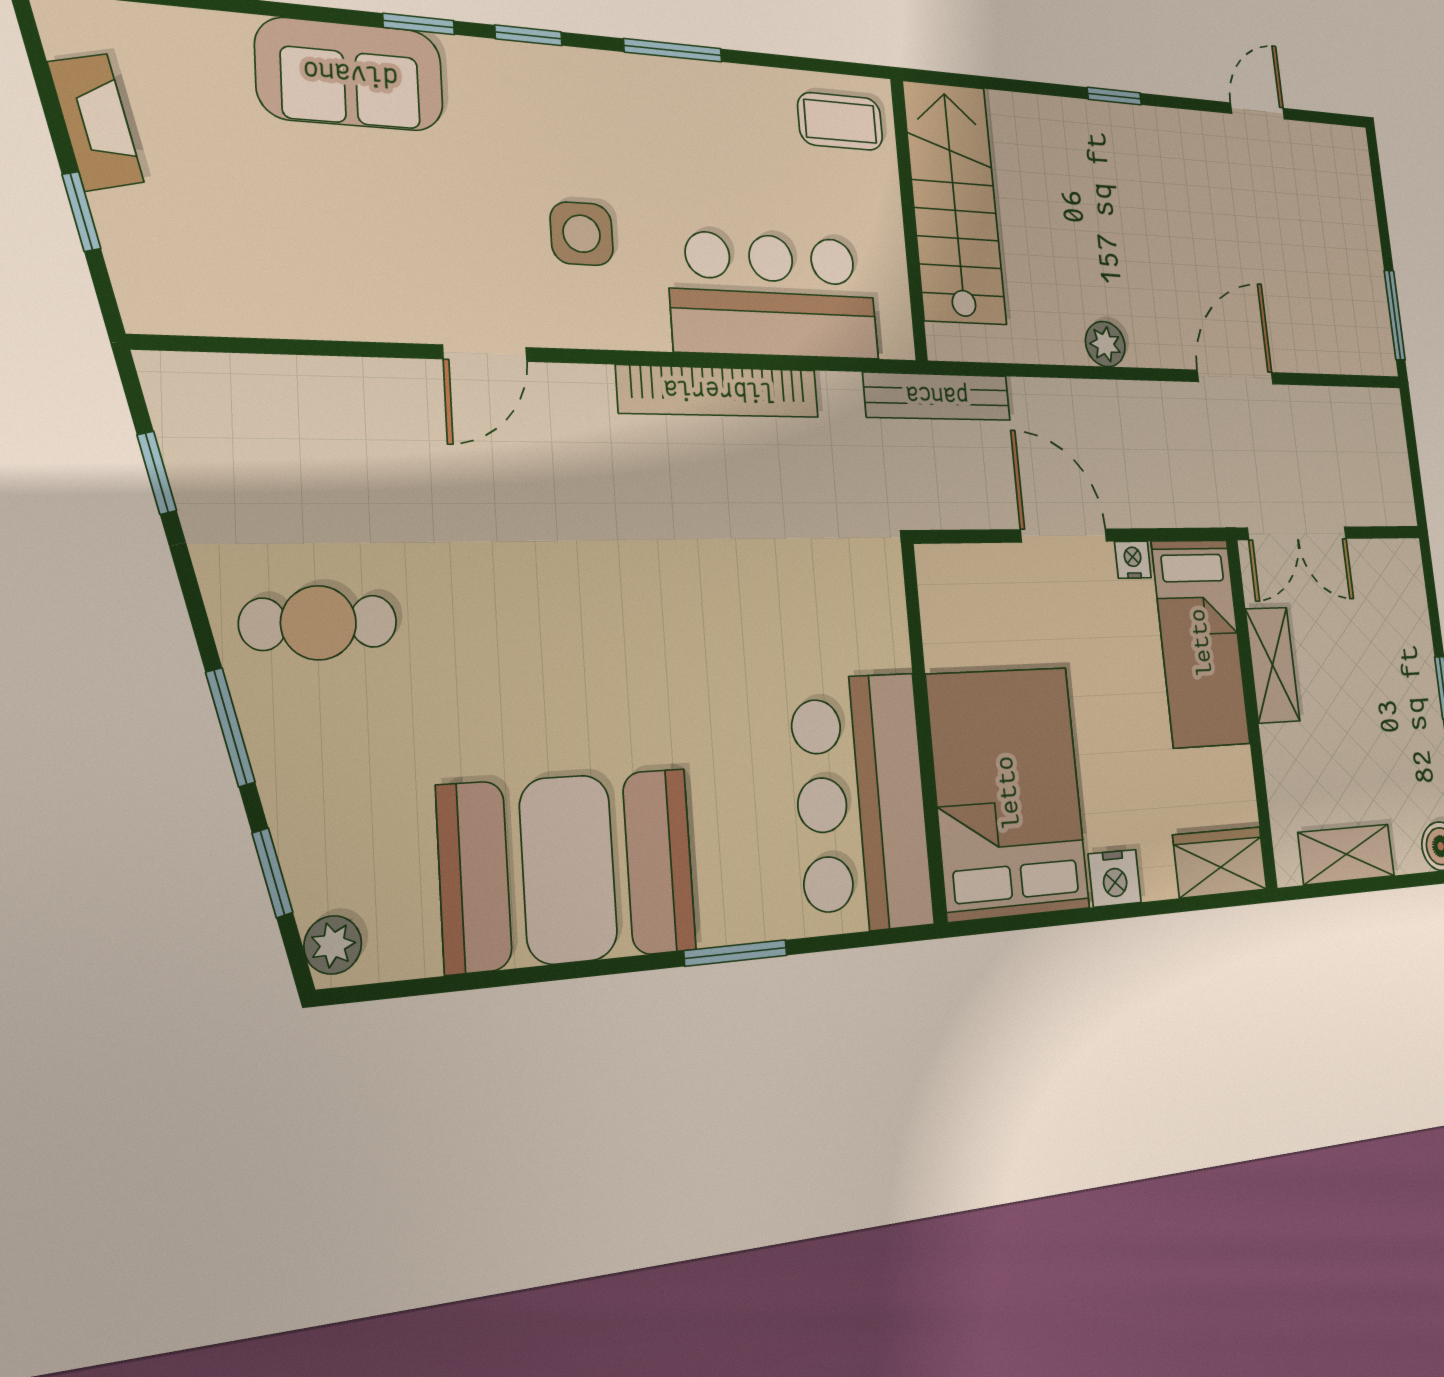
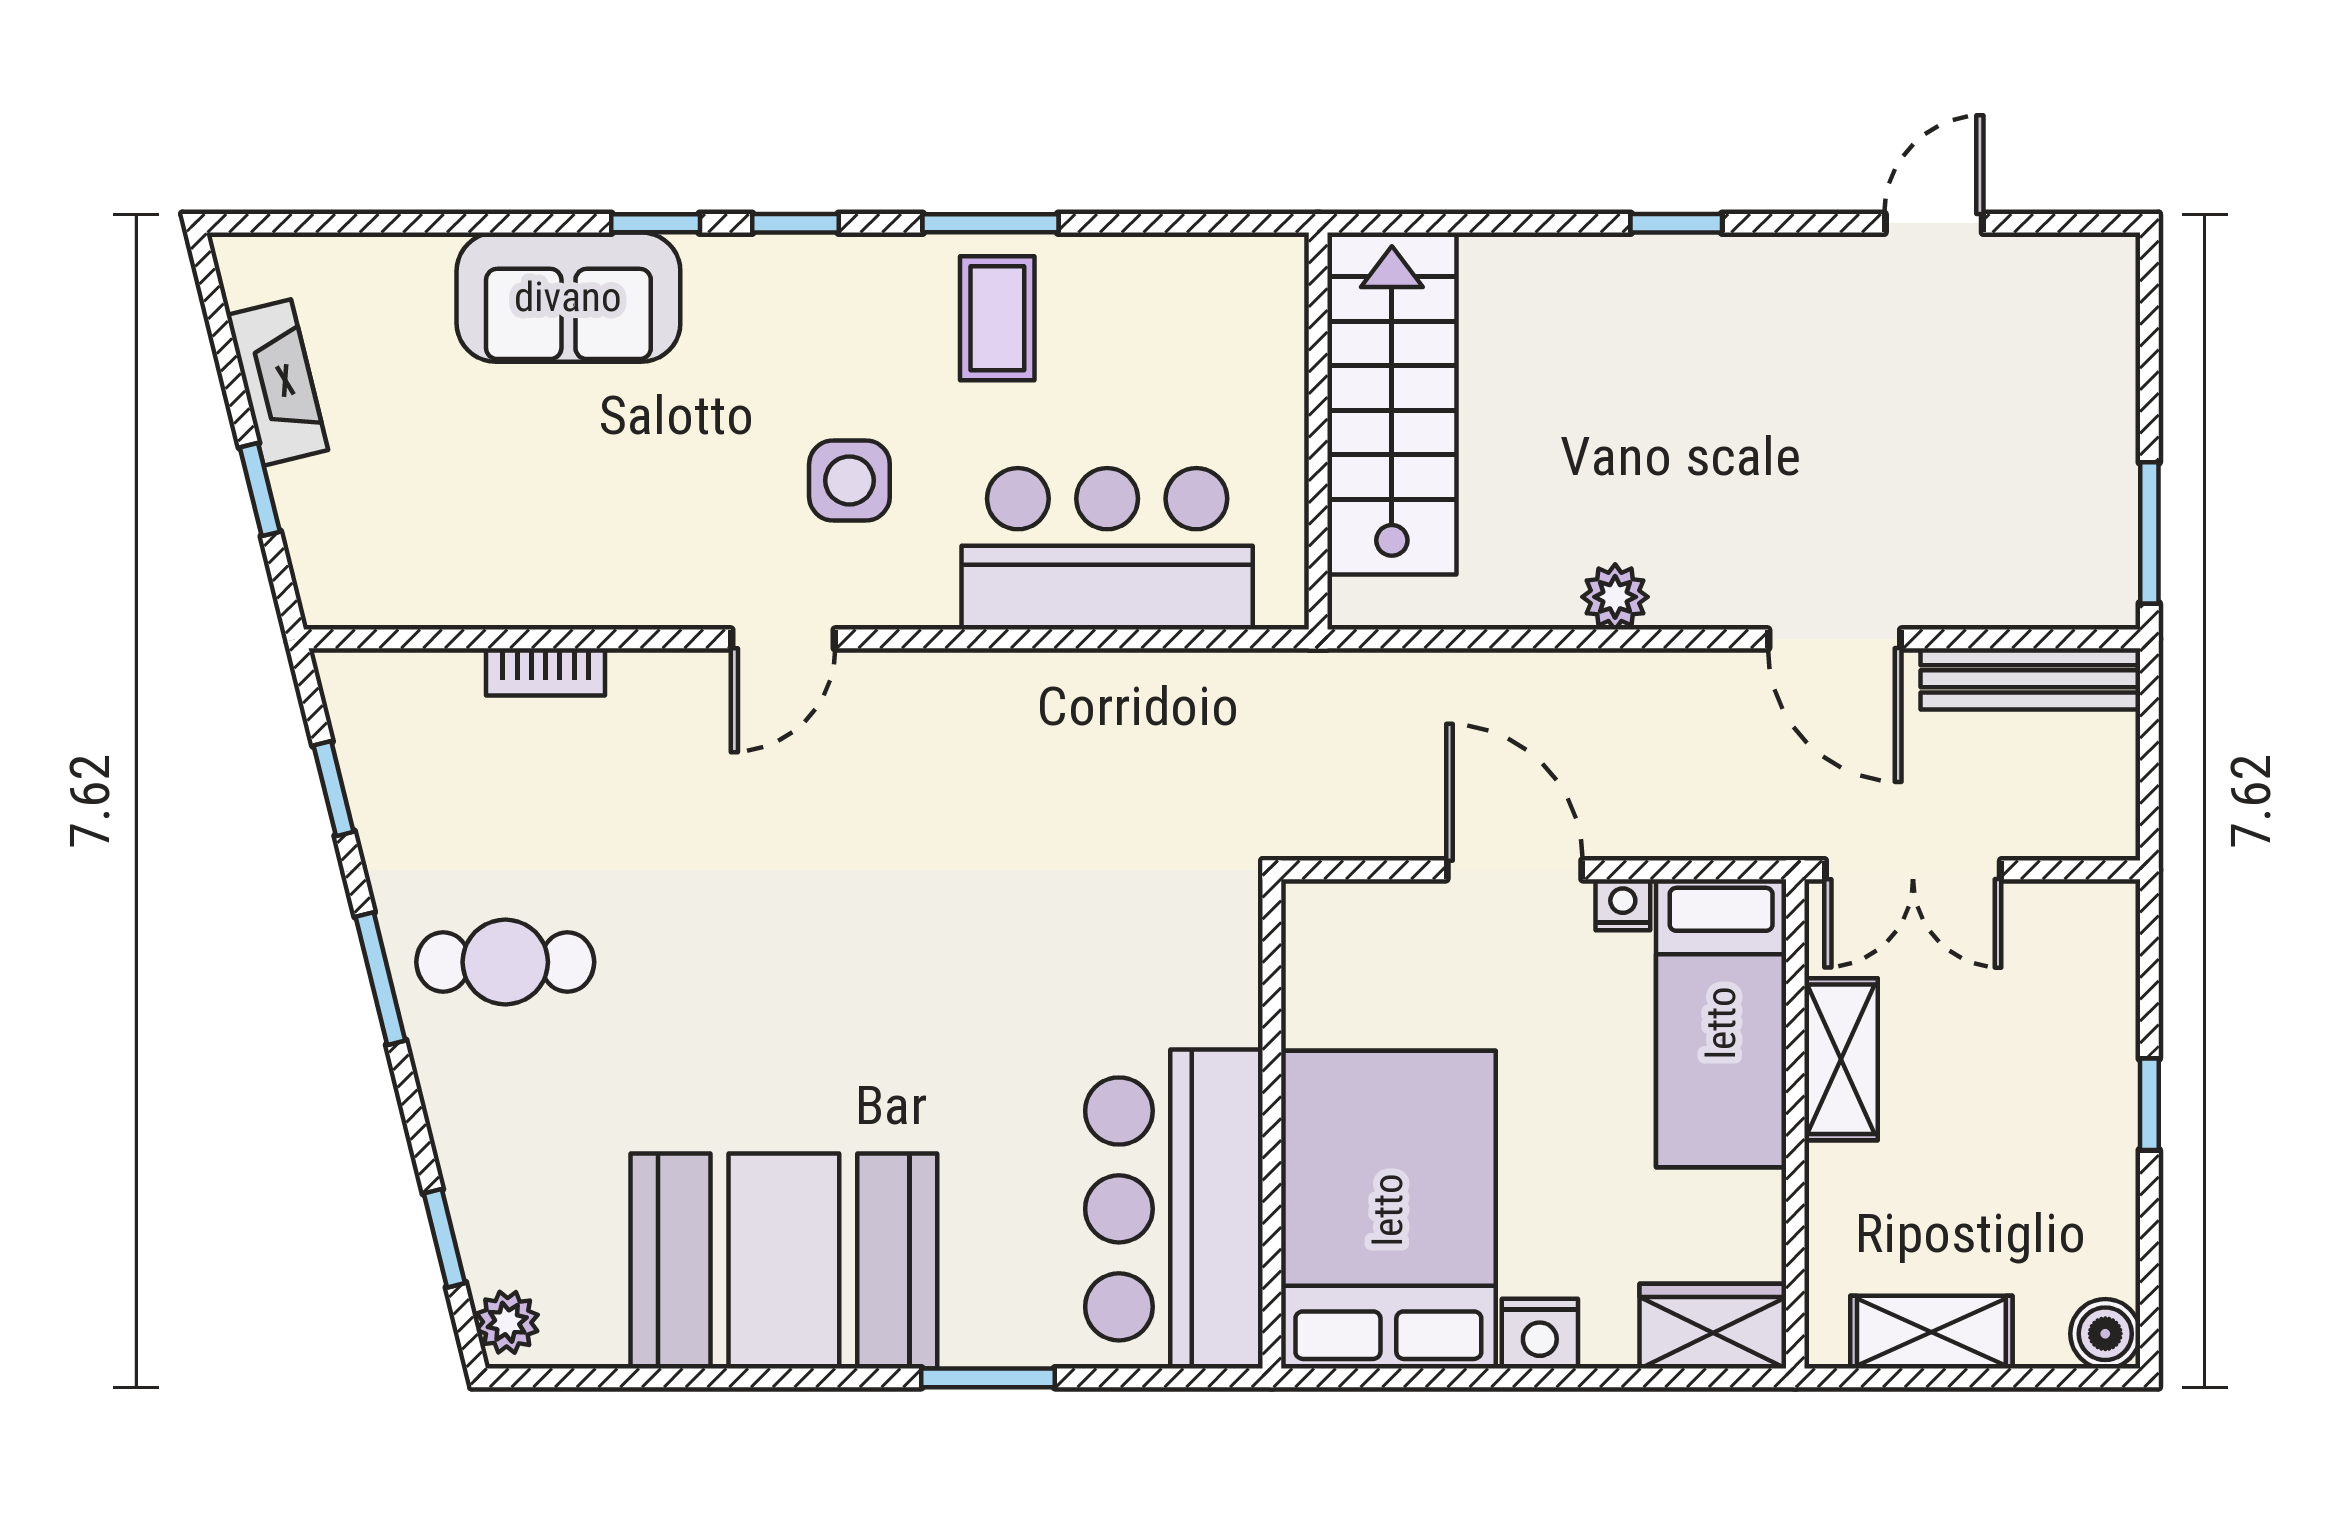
coffee table: (840, 121) -> (997, 318), moved, turned 90
door: (485, 353) -> (783, 639), moved
door: (1235, 377) -> (1835, 639), swing flipped
bookcase: (719, 391) -> (546, 672), moved, width x0.43, depth x0.76
bench: (937, 396) -> (2030, 679), moved
window: (230, 727) -> (380, 979), moved

